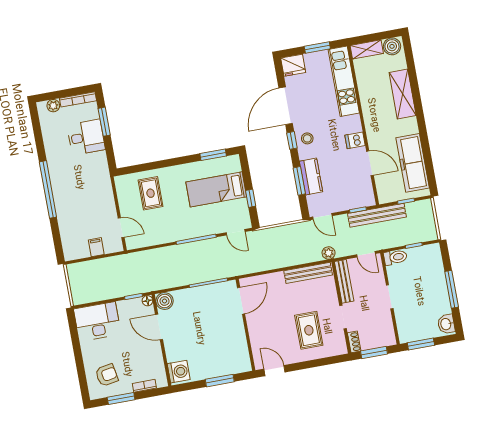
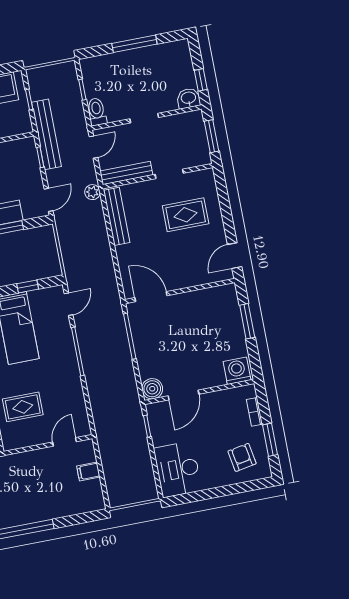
floor lamp: (147, 301) -> (152, 409), removed
washbasin: (446, 324) -> (188, 98), moved, turned 180
shoe rack: (354, 342) -> (199, 160), removed
window: (421, 344) -> (201, 80), width x0.67

